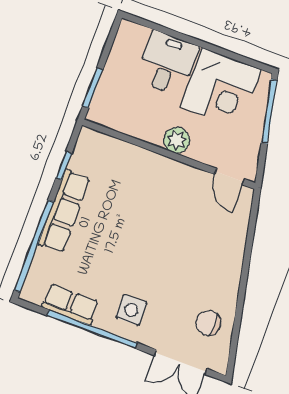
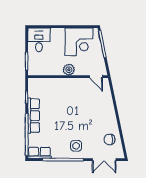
desk: (167, 63) -> (39, 40), moved
row of seats: (70, 304) -> (39, 153), moved

